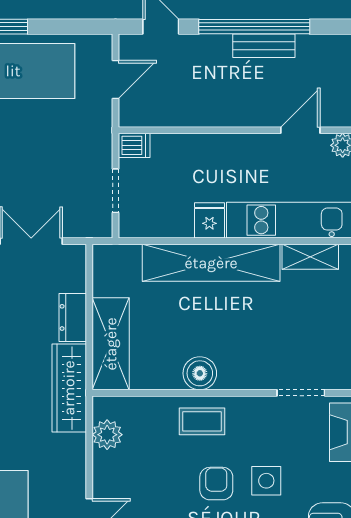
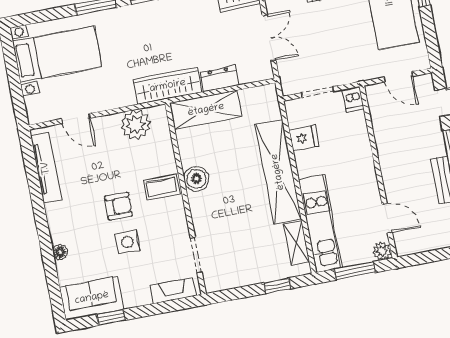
fridge: (209, 220) -> (304, 138), moved
coffee table: (202, 421) -> (162, 187), turned 90
plant: (107, 435) -> (136, 125), width x1.36, depth x1.36

